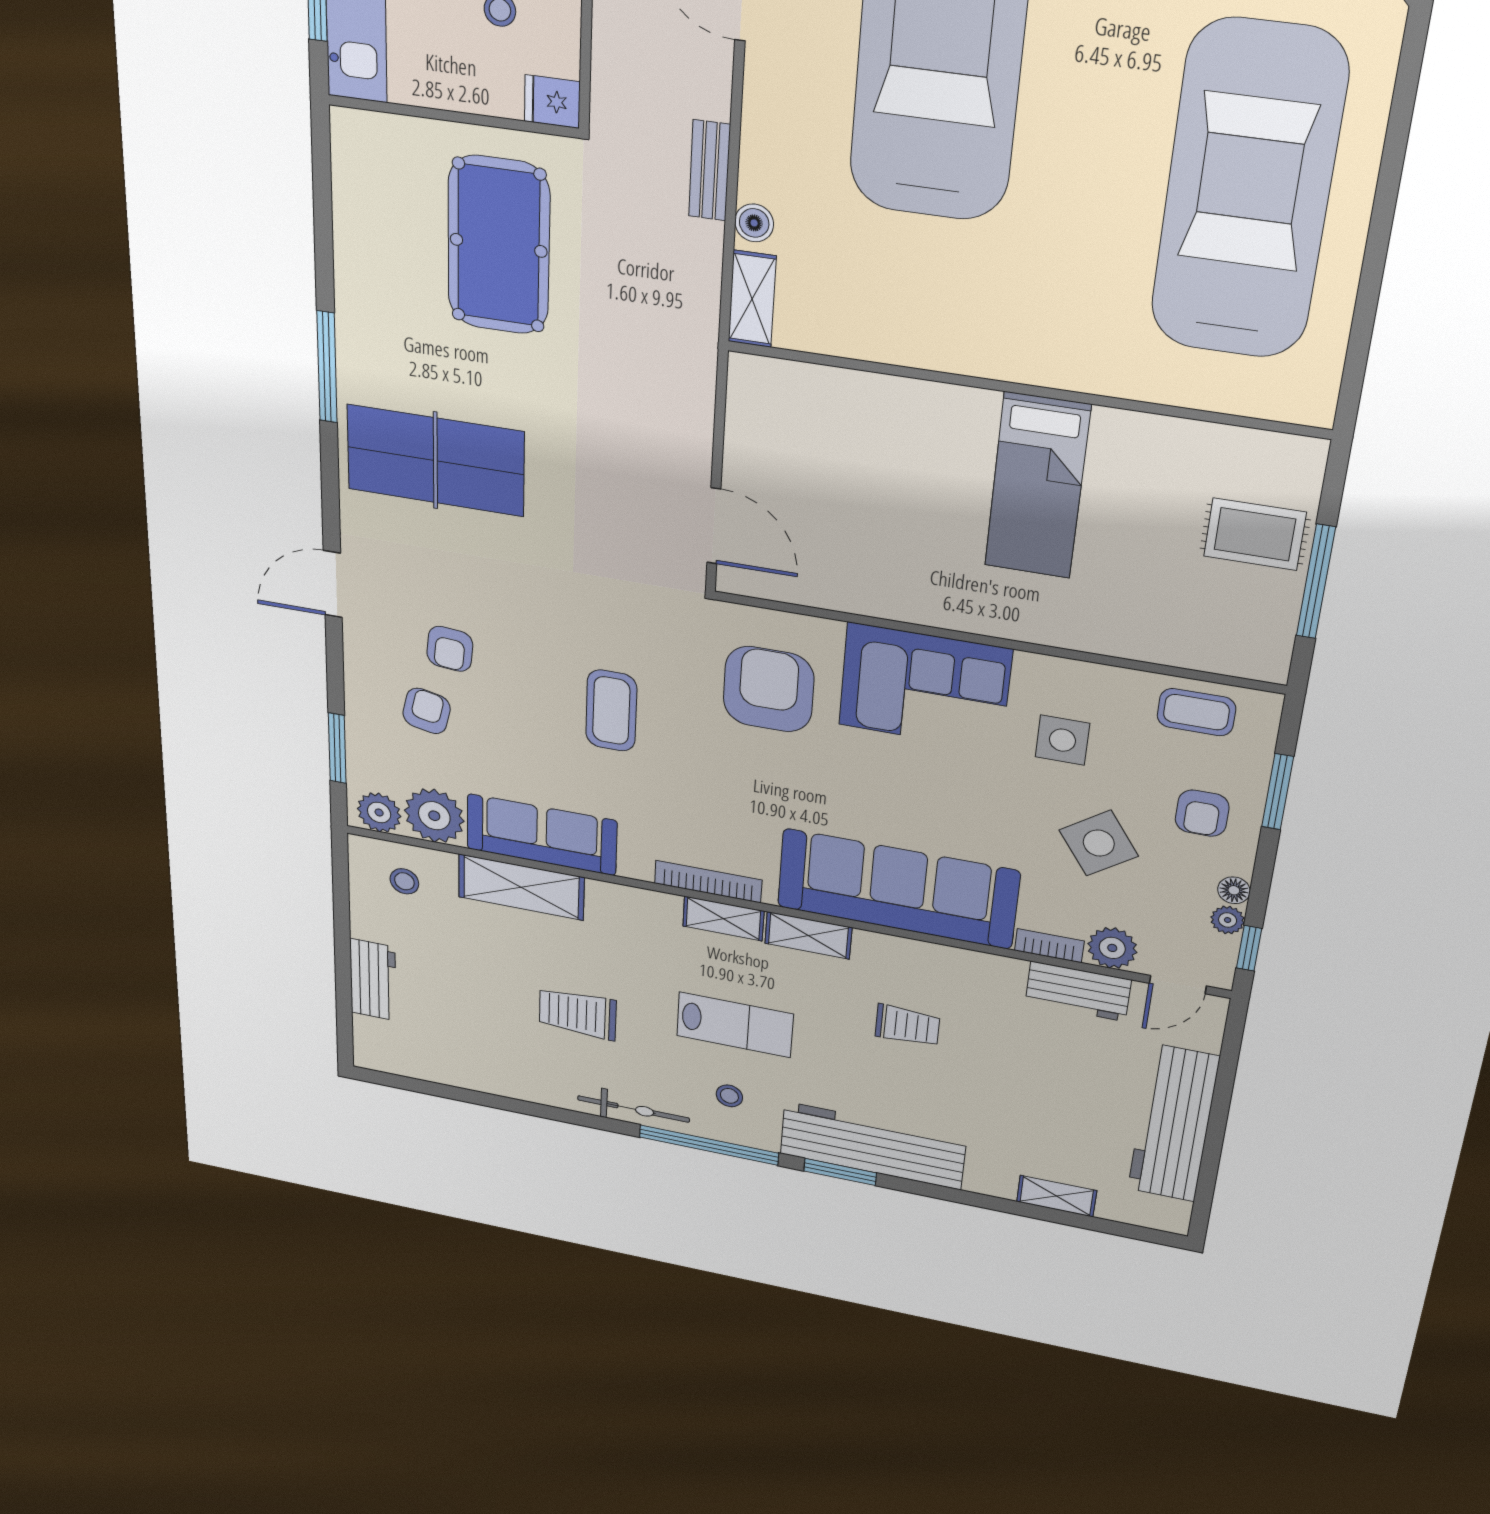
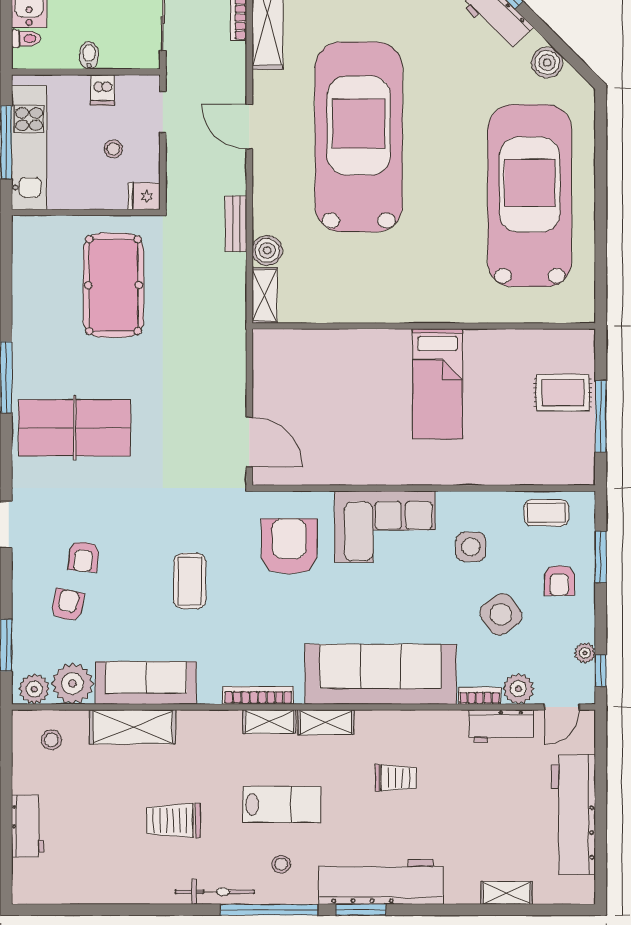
boiler: (754, 223) -> (267, 251), width x1.36, depth x1.36
floor lamp: (1234, 890) -> (586, 631), removed

